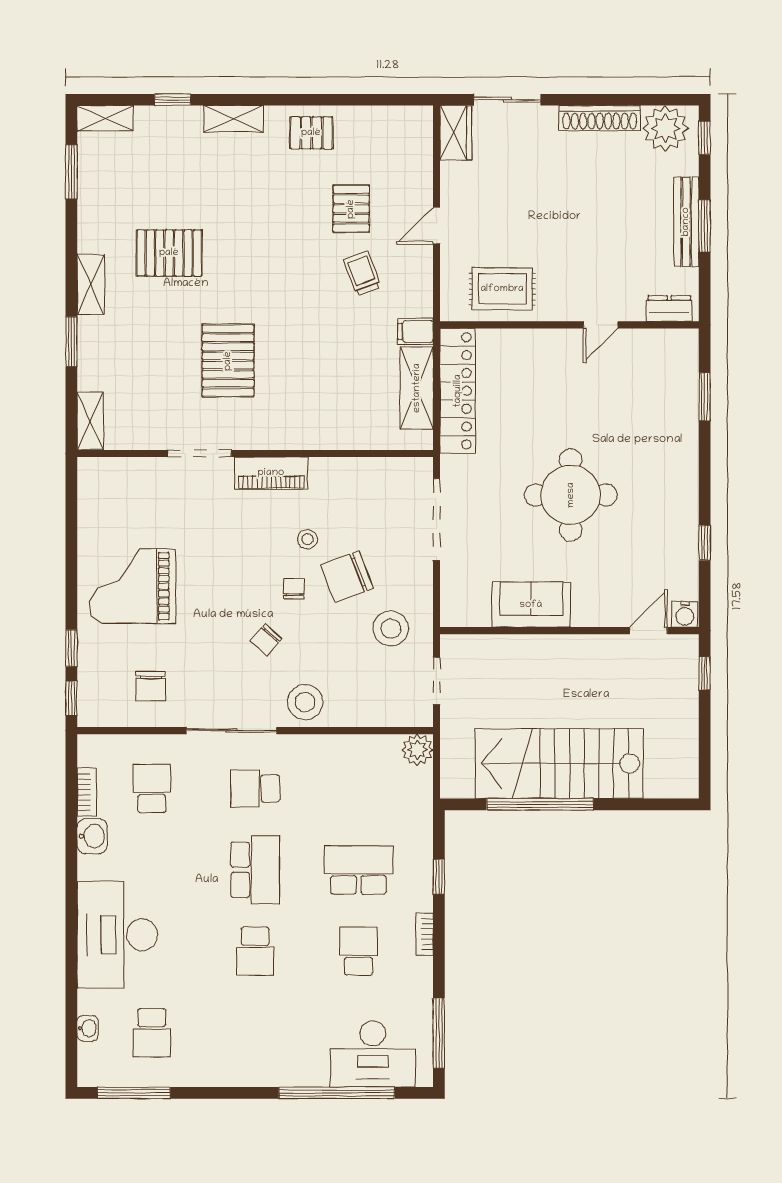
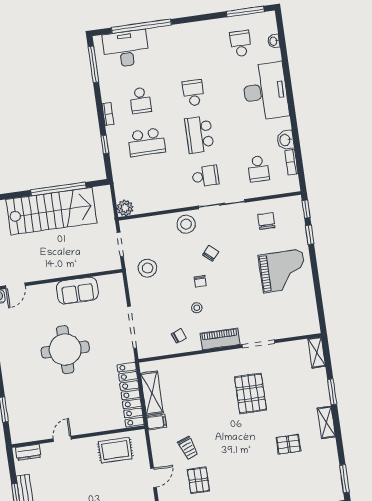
pallet: (169, 253) -> (288, 444), width x0.67, depth x0.71
chair: (347, 577) -> (179, 336), moved, width x0.54, depth x0.54

